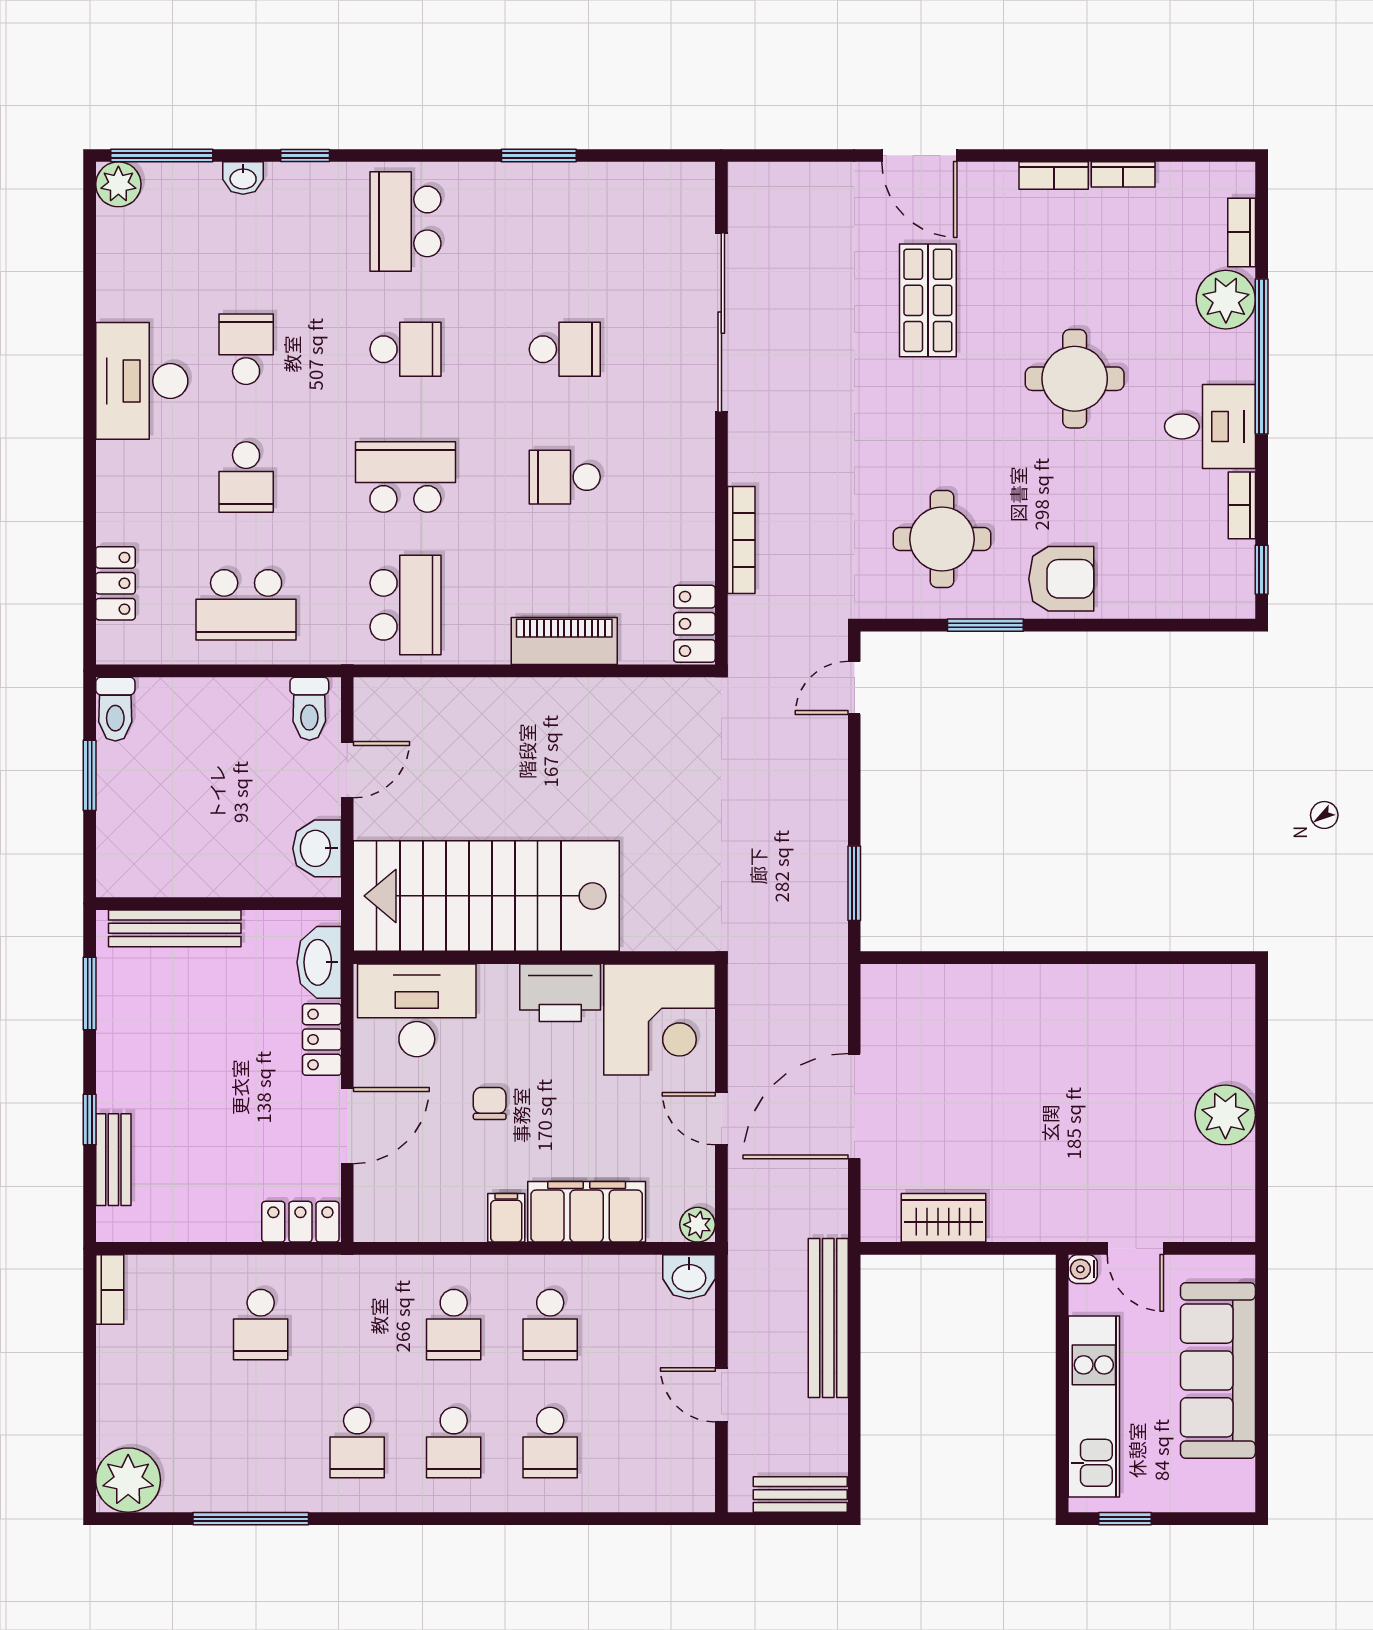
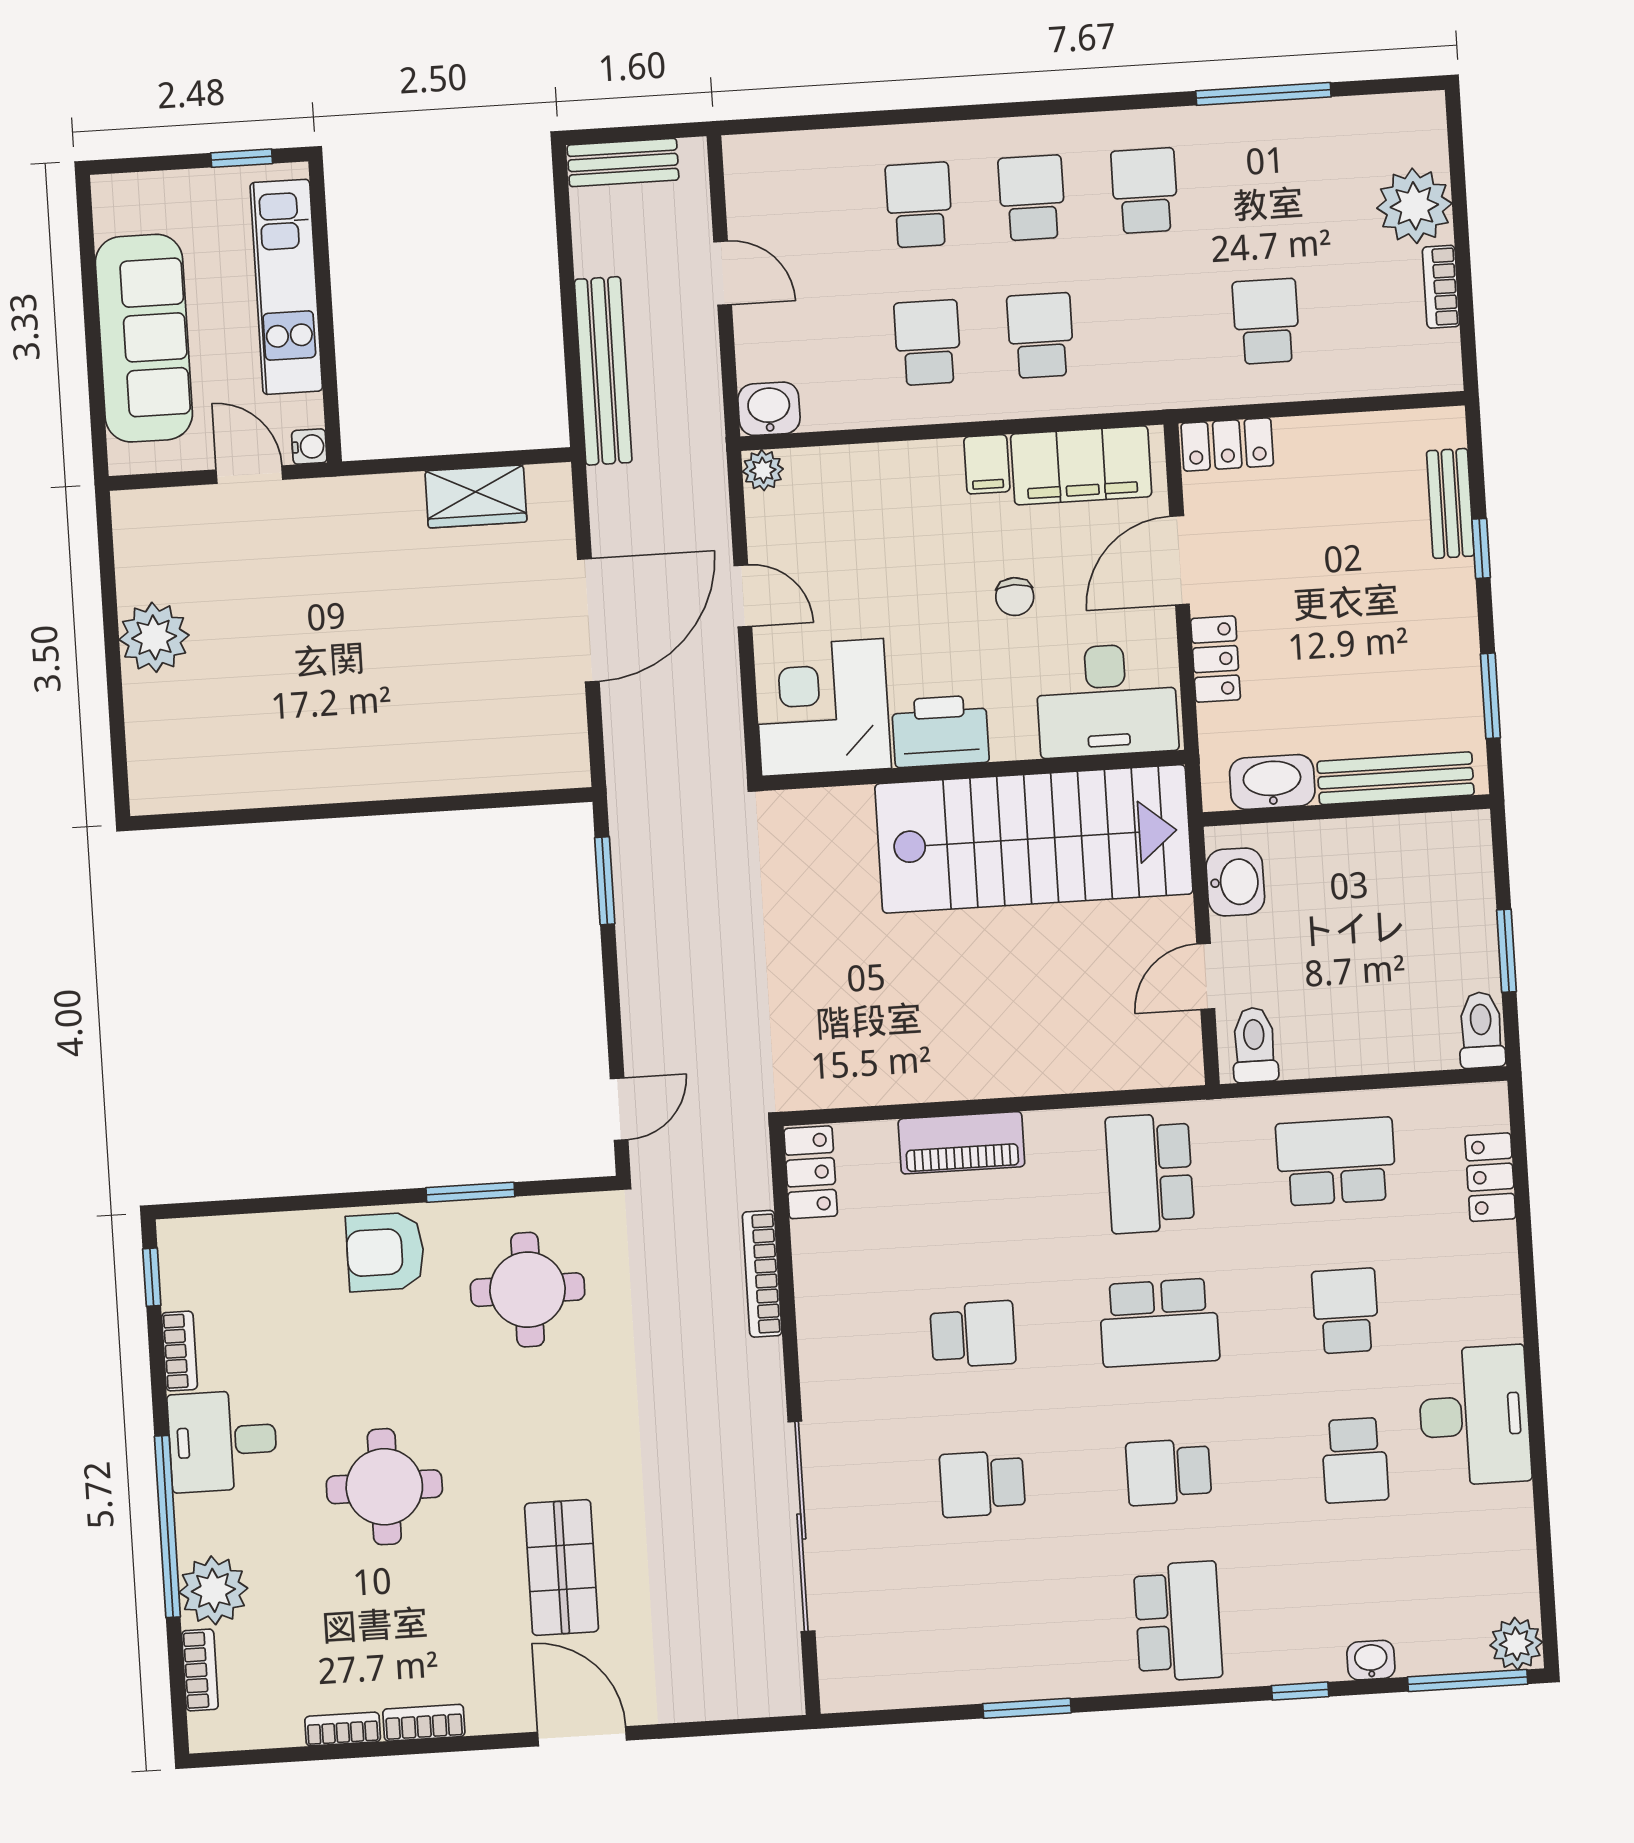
washbasin: (319, 962) -> (1272, 782), moved, turned -90
filing cabinet: (587, 1212) -> (1081, 465), moved
bookcase: (110, 1290) -> (1441, 287), moved
plant: (128, 1480) -> (1414, 206), moved

